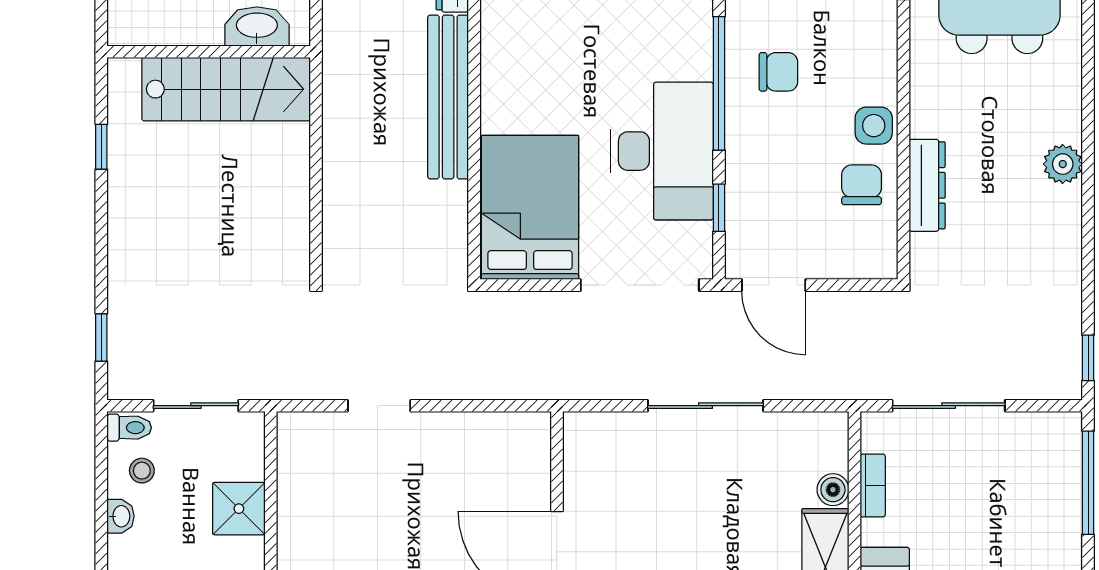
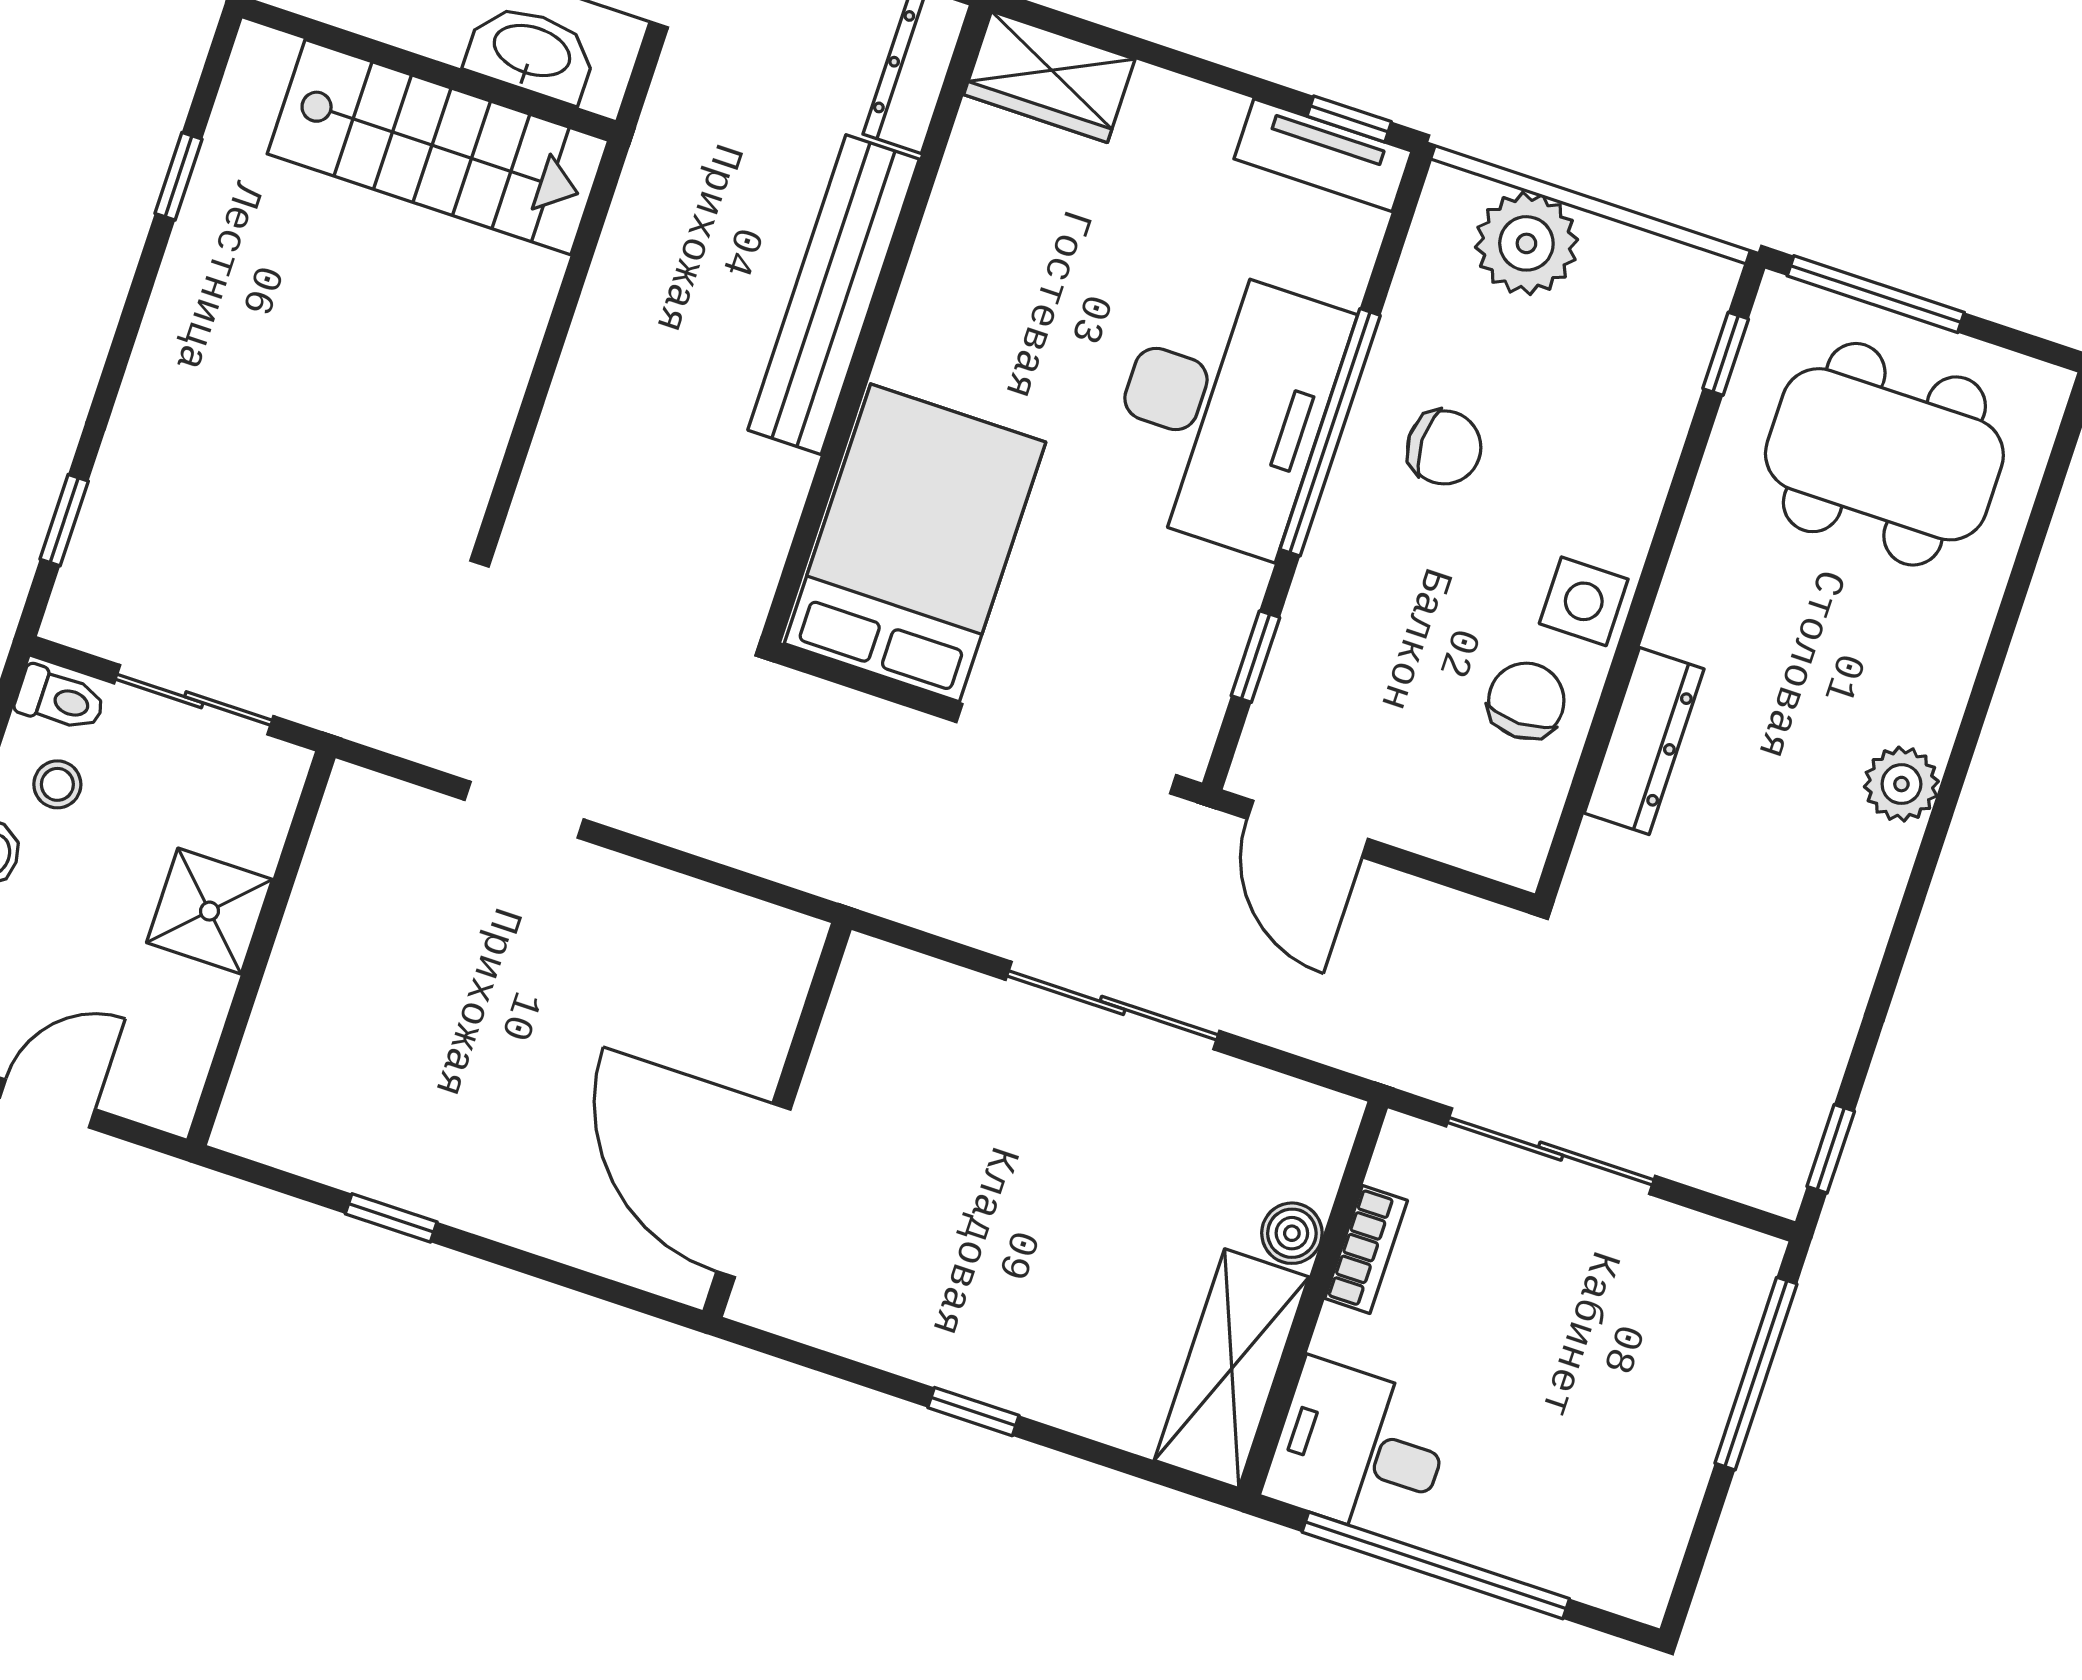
desk: (662, 151) -> (1224, 408), moved

